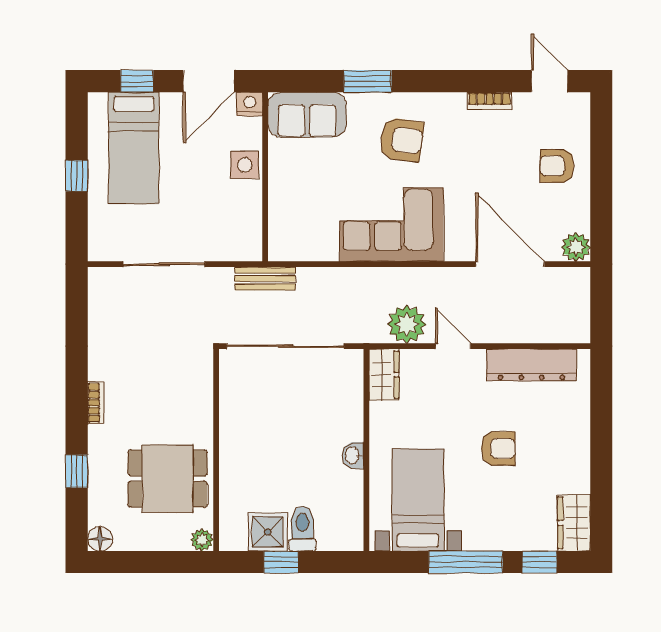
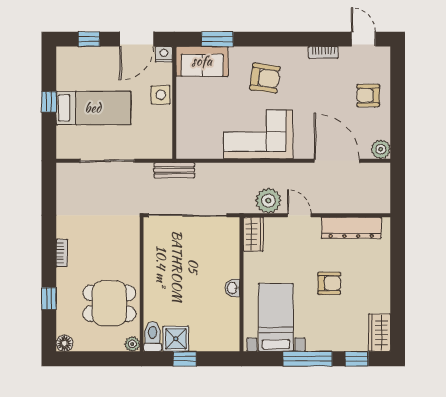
window: (368, 81) -> (217, 39), moved
bed: (134, 148) -> (93, 108), moved, turned -90
toilet: (302, 529) -> (153, 337), moved

